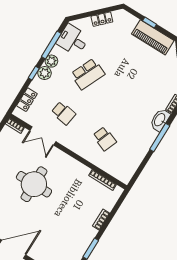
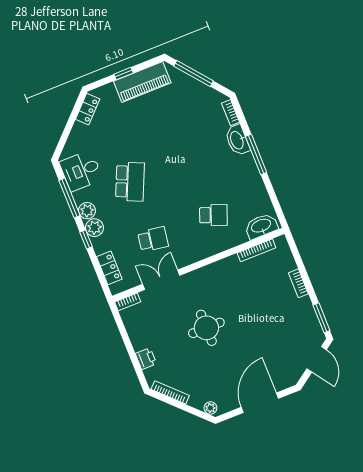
locker: (102, 19) -> (88, 109), moved
double door: (43, 136) -> (161, 280), swing flipped
washbasin: (119, 172) -> (261, 226), added
round table: (34, 184) -> (206, 328), width x0.73, depth x0.73

